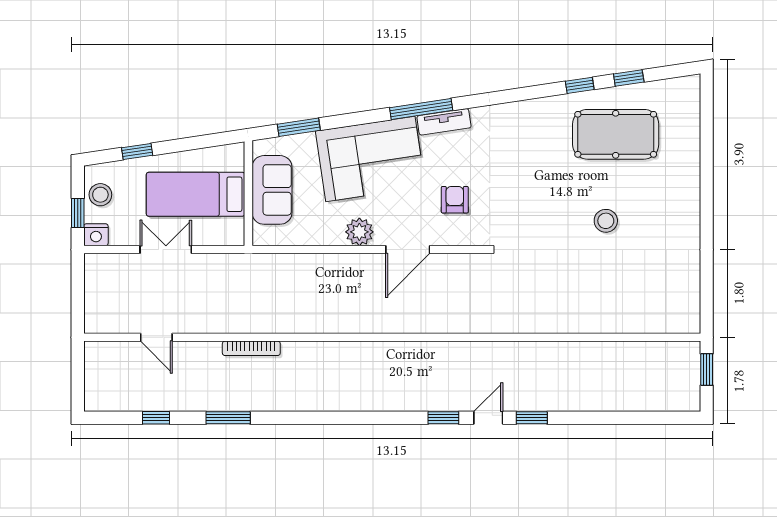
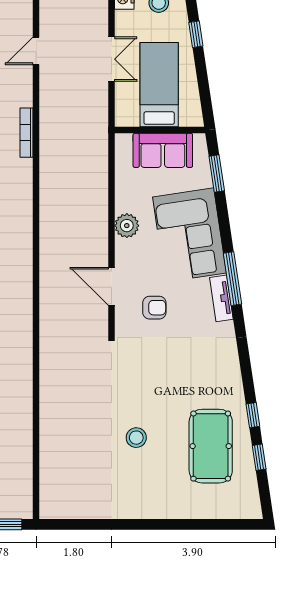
door: (408, 250) -> (112, 286), moved

